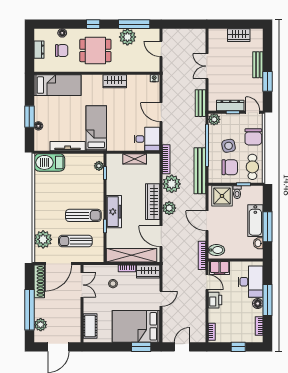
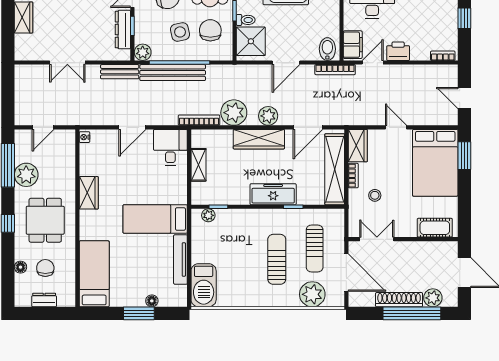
bench: (200, 171) -> (173, 73), moved
sun lounger: (83, 215) -> (277, 259), moved
shoe rack: (39, 281) -> (399, 300), moved

